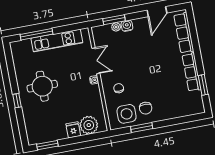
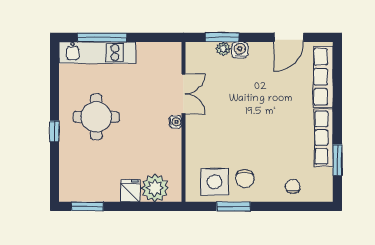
kitchen unit: (57, 41) -> (97, 53), moved
chair: (119, 88) -> (293, 186), moved

